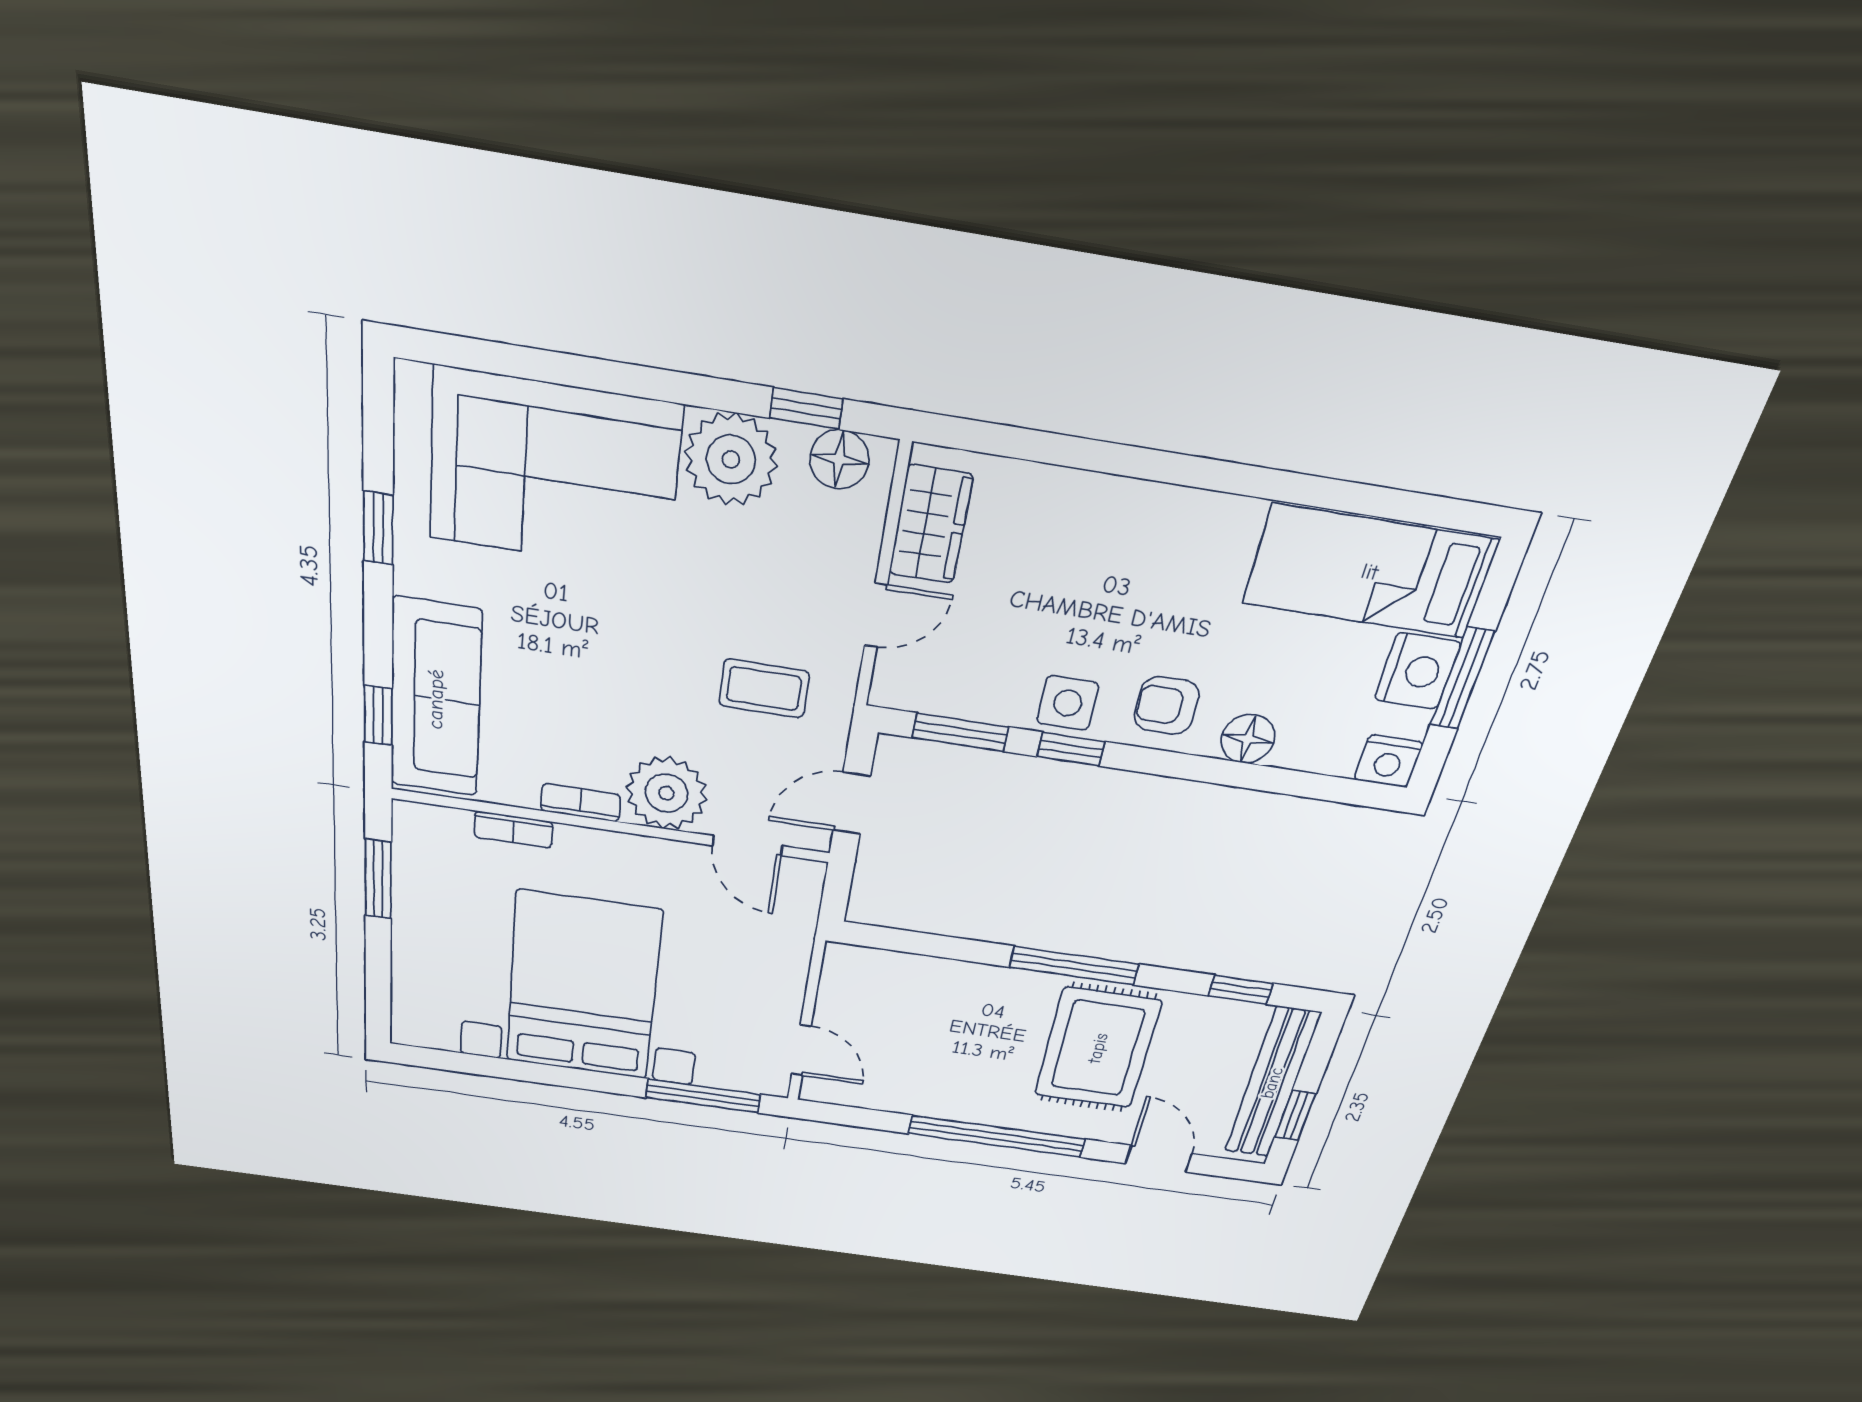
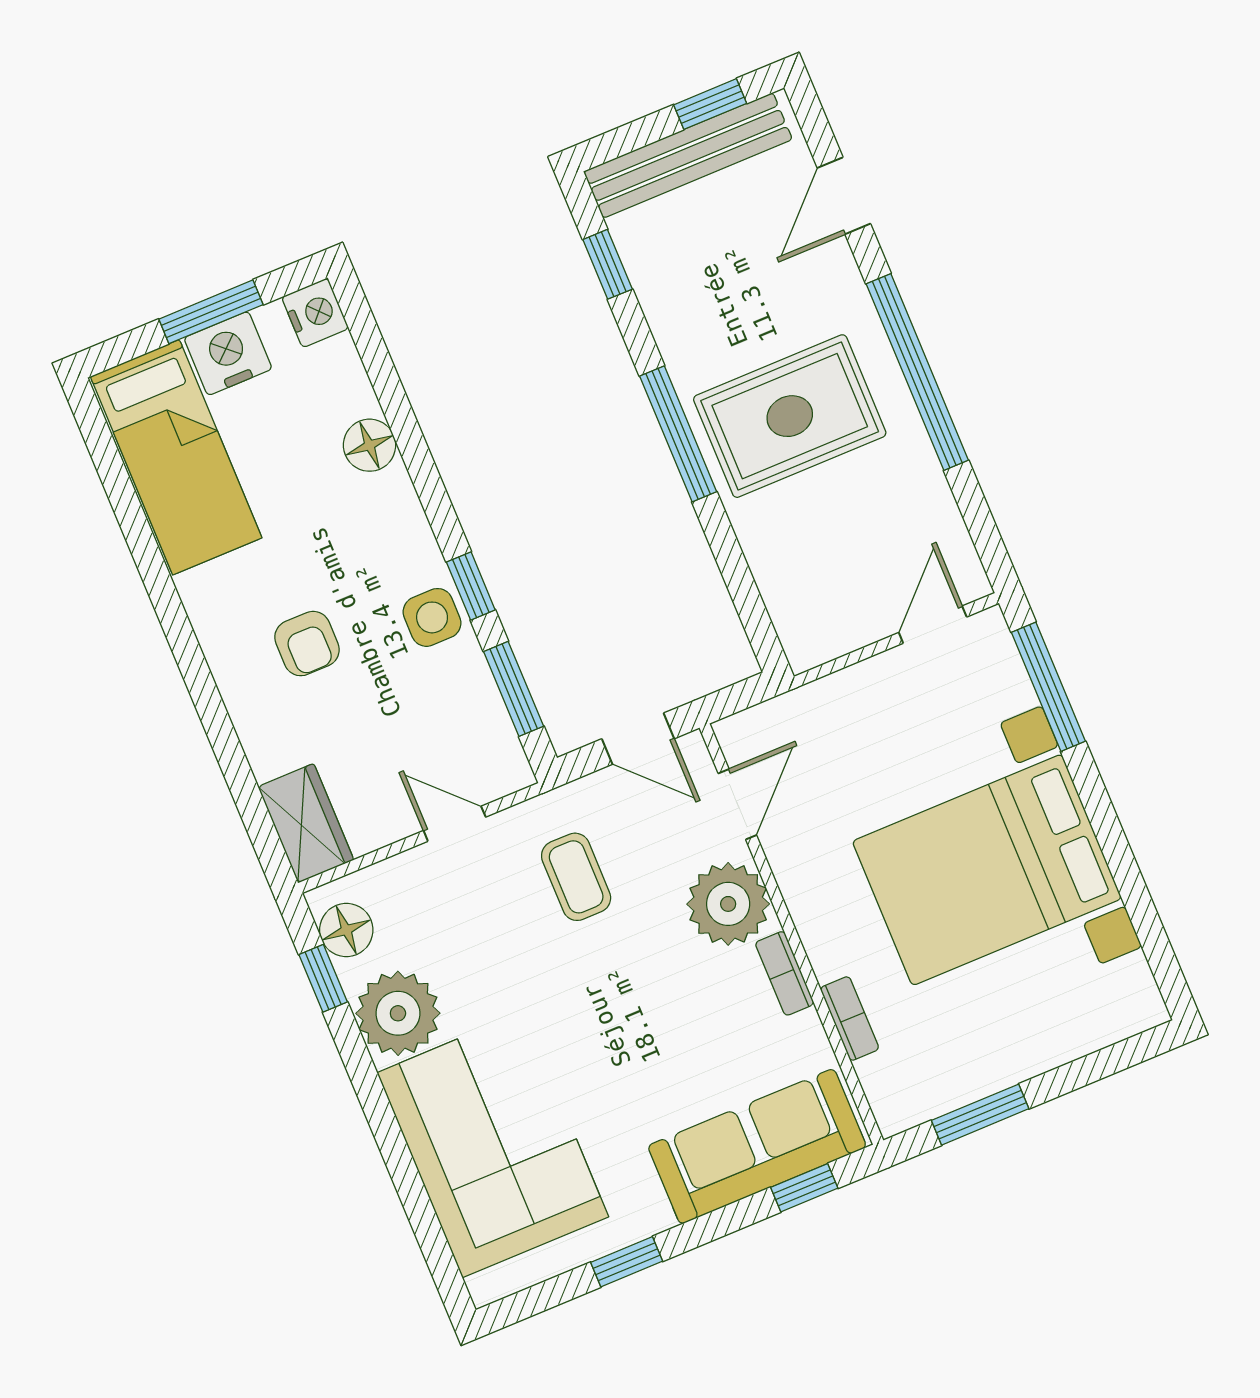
wardrobe: (931, 525) -> (306, 823), moved, turned 90
armchair: (1167, 706) -> (307, 644), moved
rug: (1098, 1048) -> (790, 416), moved

